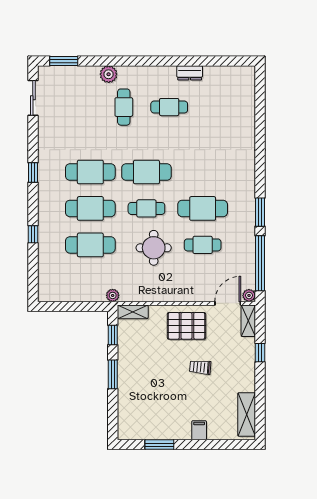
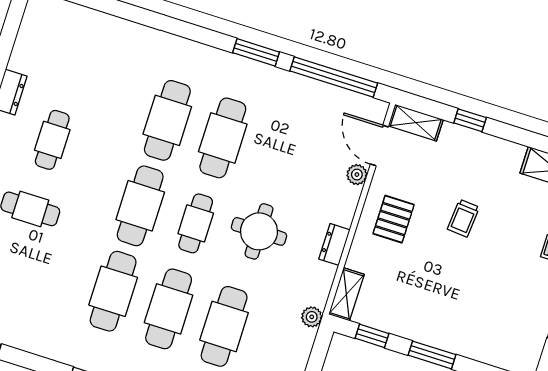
cafe table: (203, 245) -> (167, 120), moved, width x1.37, depth x1.35
dresser: (160, 295) -> (334, 244), added
plant: (249, 295) -> (357, 175), moved
pallet: (186, 326) -> (394, 219), width x0.67, depth x0.71

